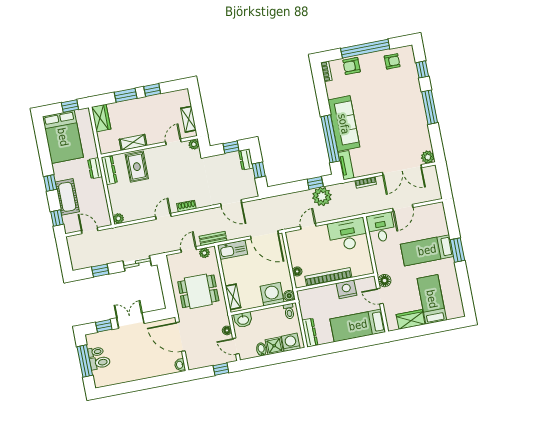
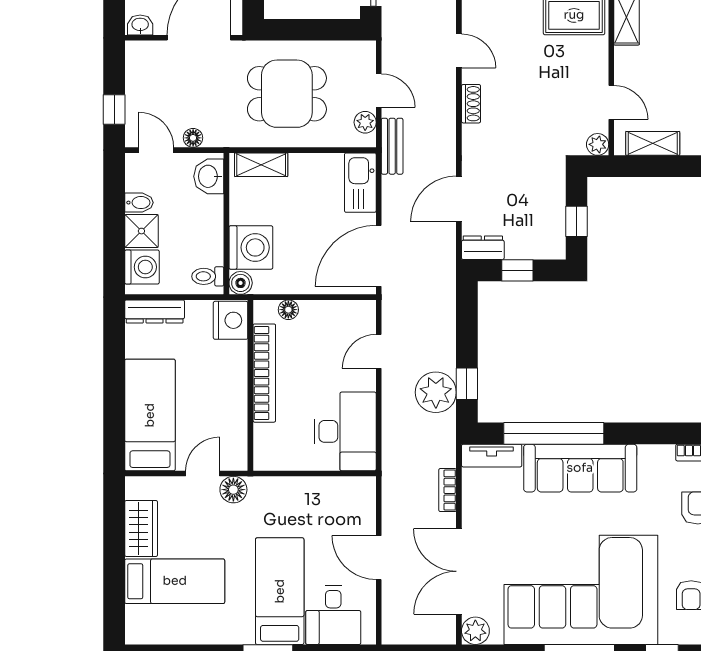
corner sofa: (400, 112) -> (581, 590), added
dresser: (246, 159) -> (483, 248), moved
door: (308, 226) -> (379, 351), swing flipped
desk: (381, 227) -> (333, 615), moved, turned 90
nightstand: (346, 289) -> (231, 320), moved
dining table: (198, 291) -> (287, 94), turned 90
door: (236, 346) -> (156, 150), hinge flipped

